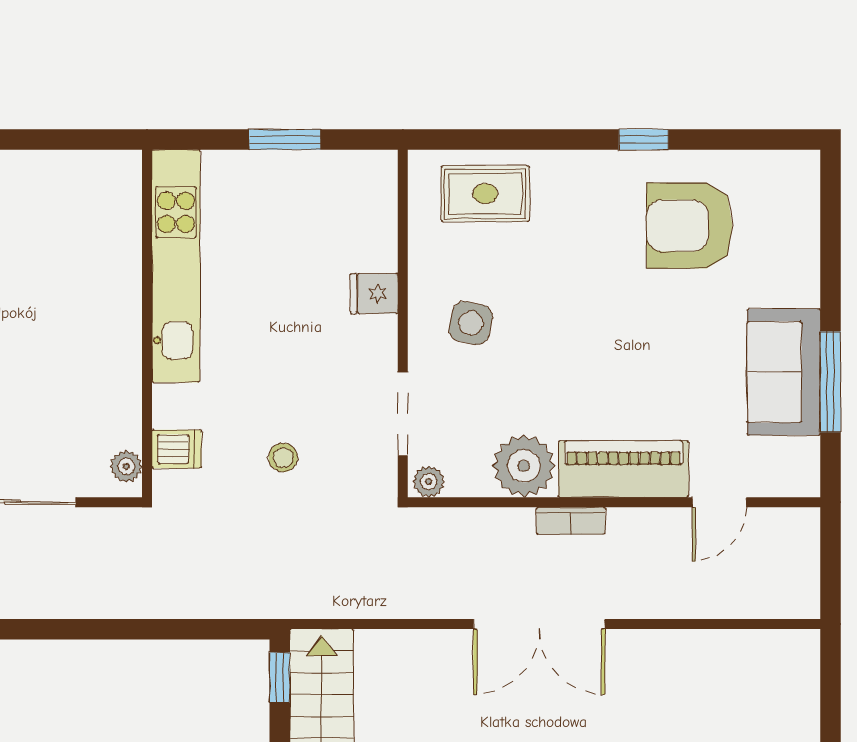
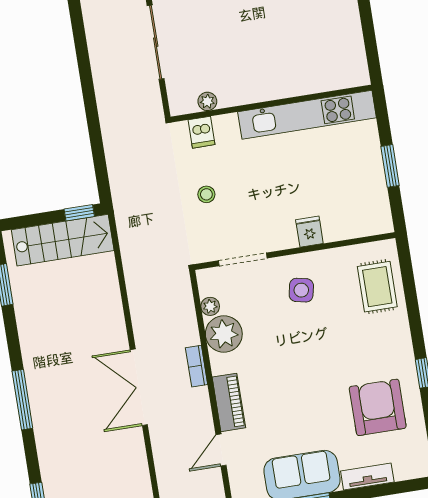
tv unit: (804, 262) -> (367, 477), added
plant: (126, 466) -> (207, 101), moved
piano: (624, 469) -> (229, 402), width x0.73, depth x0.75
plant: (429, 482) -> (210, 306), moved
door: (719, 502) -> (221, 450), hinge flipped
double door: (539, 624) -> (139, 387), moved

